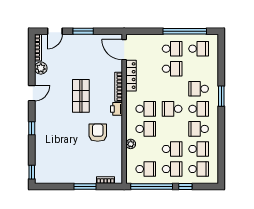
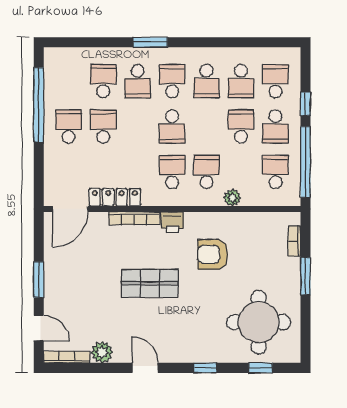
school desk: (199, 49) -> (103, 81), moved
school desk: (199, 149) -> (241, 81), turned 180
round table: (58, 159) -> (259, 322), added
school desk: (172, 169) -> (275, 127), turned 180
window: (32, 172) -> (260, 368), moved

